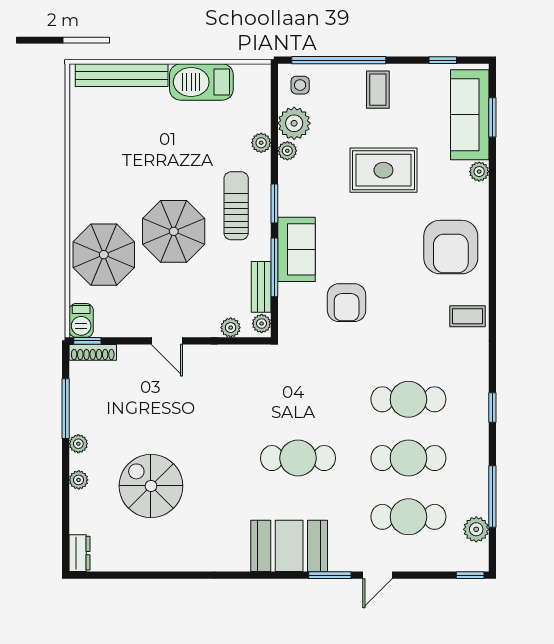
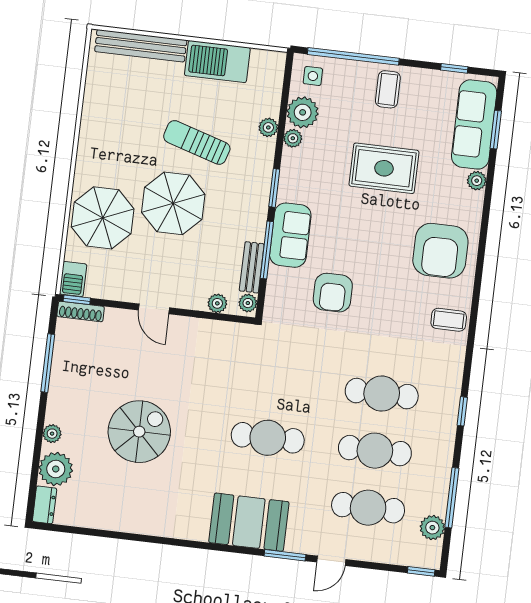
sun lounger: (236, 206) -> (197, 142), moved, turned -73
plant: (78, 444) -> (56, 469), moved, width x1.87, depth x1.87
spiral stairs: (151, 486) -> (139, 432), moved, turned 90

